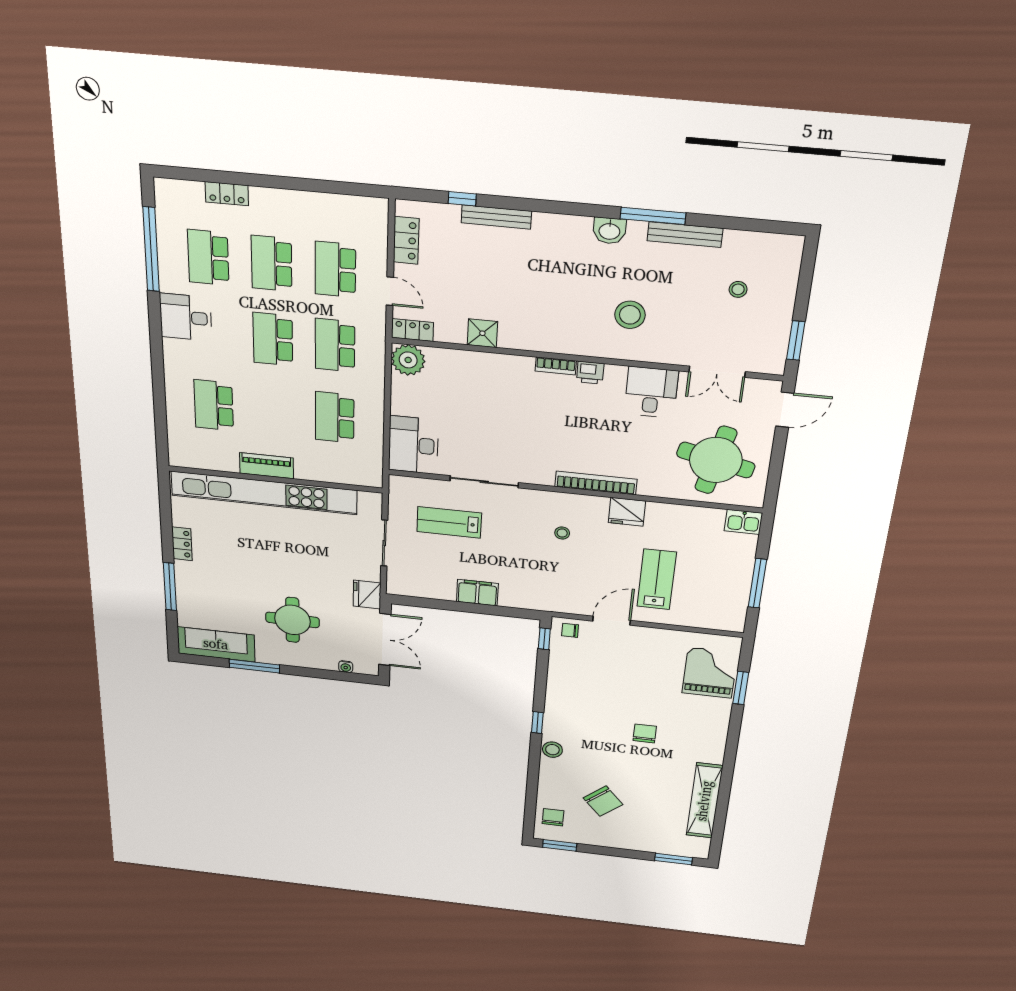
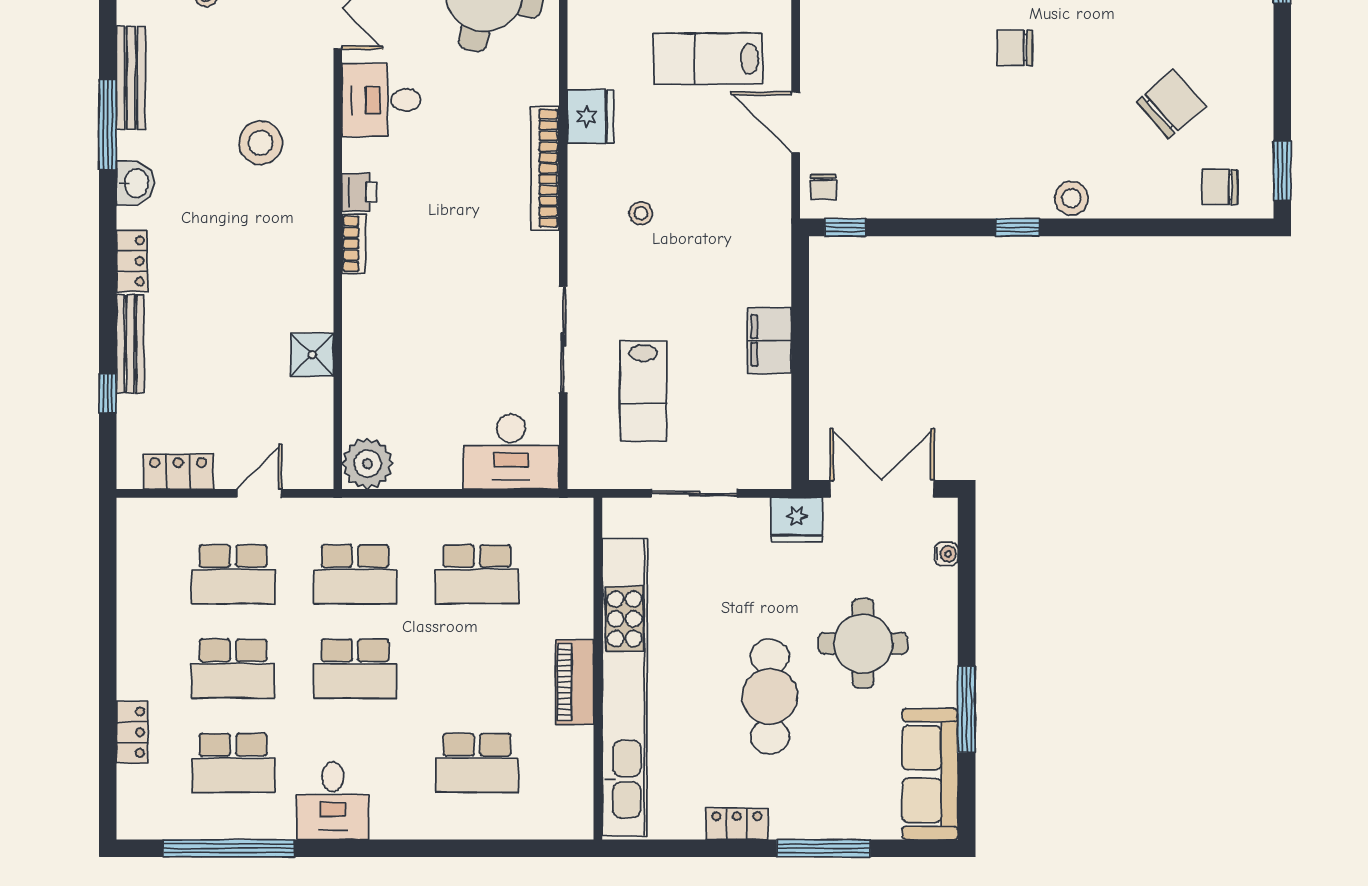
locker: (412, 330) -> (132, 261), moved, turned 180
cafe table: (260, 569) -> (770, 696), added

